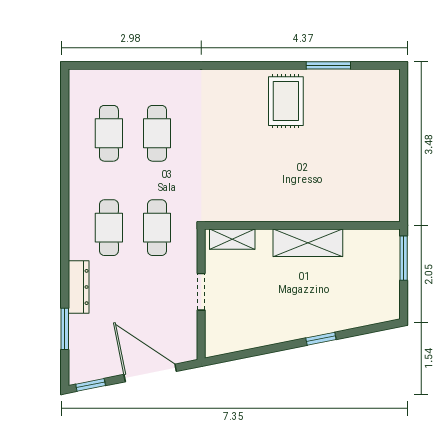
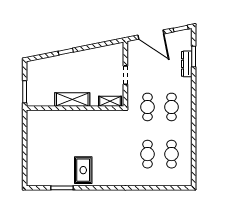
dresser: (79, 287) -> (187, 64), moved

